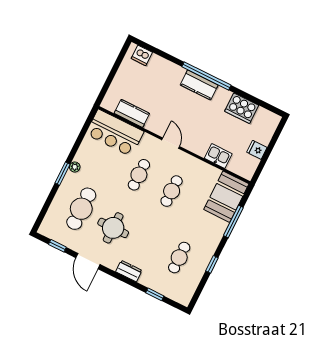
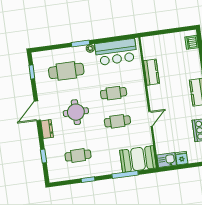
kitchen counter: (132, 113) -> (151, 72), moved
bar counter: (115, 133) -> (116, 52), moved, turned -90
door: (171, 143) -> (151, 119), moved
kitchen sink: (218, 156) -> (167, 160), moved, turned -90
round table: (113, 228) -> (76, 112), moved
door: (88, 261) -> (37, 111), moved

